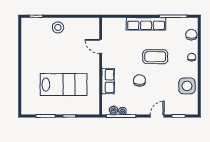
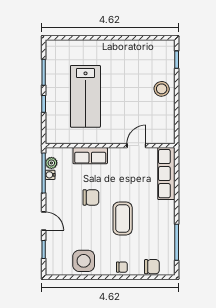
row of seats: (146, 24) -> (166, 174), moved

